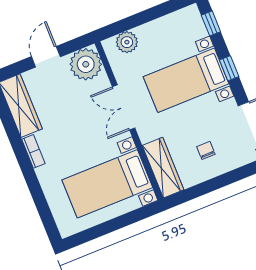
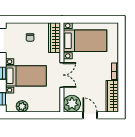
plant: (127, 42) -> (22, 106), moved
door: (46, 57) -> (90, 115), swing flipped

